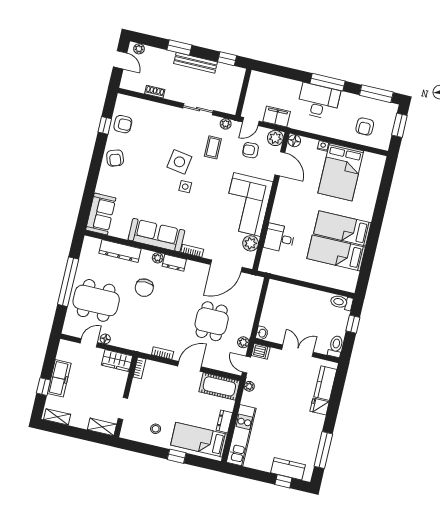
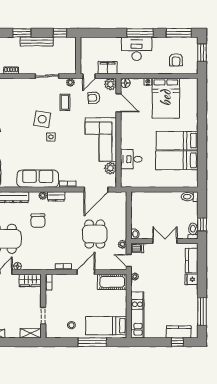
window: (353, 324) -> (202, 224), moved
dresser: (224, 421) -> (122, 307), removed
window: (177, 456) -> (92, 342), width x2.17

